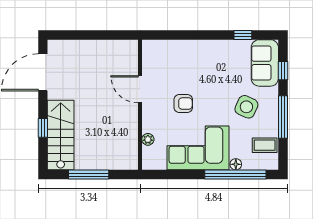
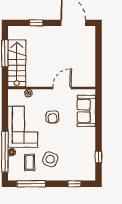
sofa: (265, 63) -> (86, 111), moved, turned -90
window: (283, 117) -> (31, 184), moved
stairs: (61, 135) -> (17, 63), moved, turned -90
coffee table: (265, 145) -> (30, 162), moved

